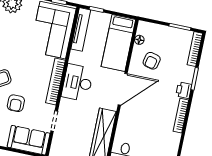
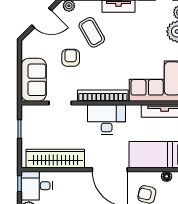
armchair: (16, 103) -> (71, 58), turned 90

